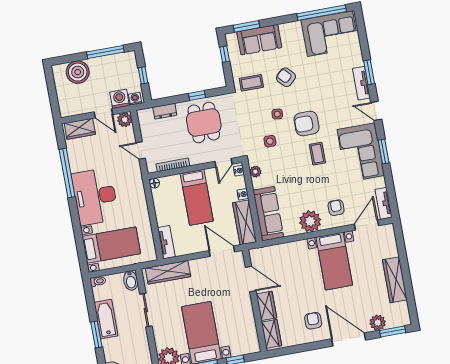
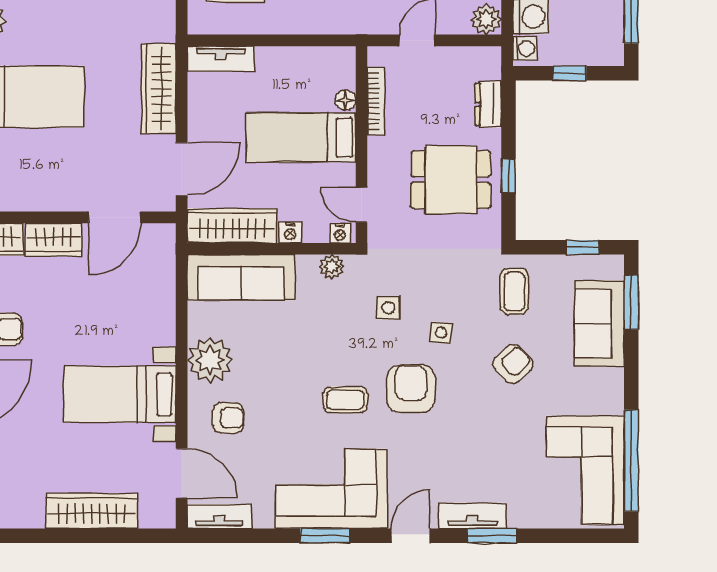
floor lamp: (154, 183) -> (346, 100), moved
wardrobe: (168, 272) -> (159, 89), moved
wardrobe: (395, 280) -> (91, 511), moved

